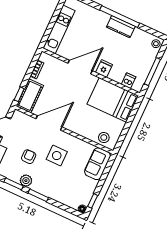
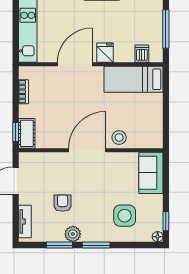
cot: (30, 96) -> (27, 133), width x0.73, depth x0.75
bed: (113, 100) -> (134, 79), width x0.67
door: (49, 123) -> (87, 150), moved
stool: (104, 138) -> (119, 137), moved
side table: (57, 156) -> (125, 216), moved

